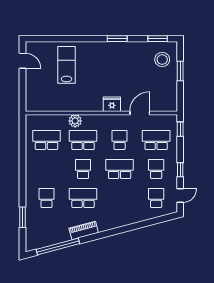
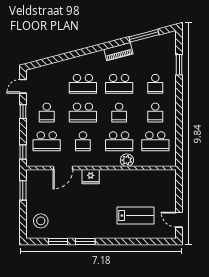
window: (158, 39) -> (58, 242), moved
lab bench: (66, 65) -> (135, 216), turned -90
window: (180, 71) -> (23, 190), moved
school desk: (46, 169) -> (155, 113), added
school desk: (156, 198) -> (83, 84), moved, width x1.85
window: (58, 247) -> (144, 36), width x0.68

